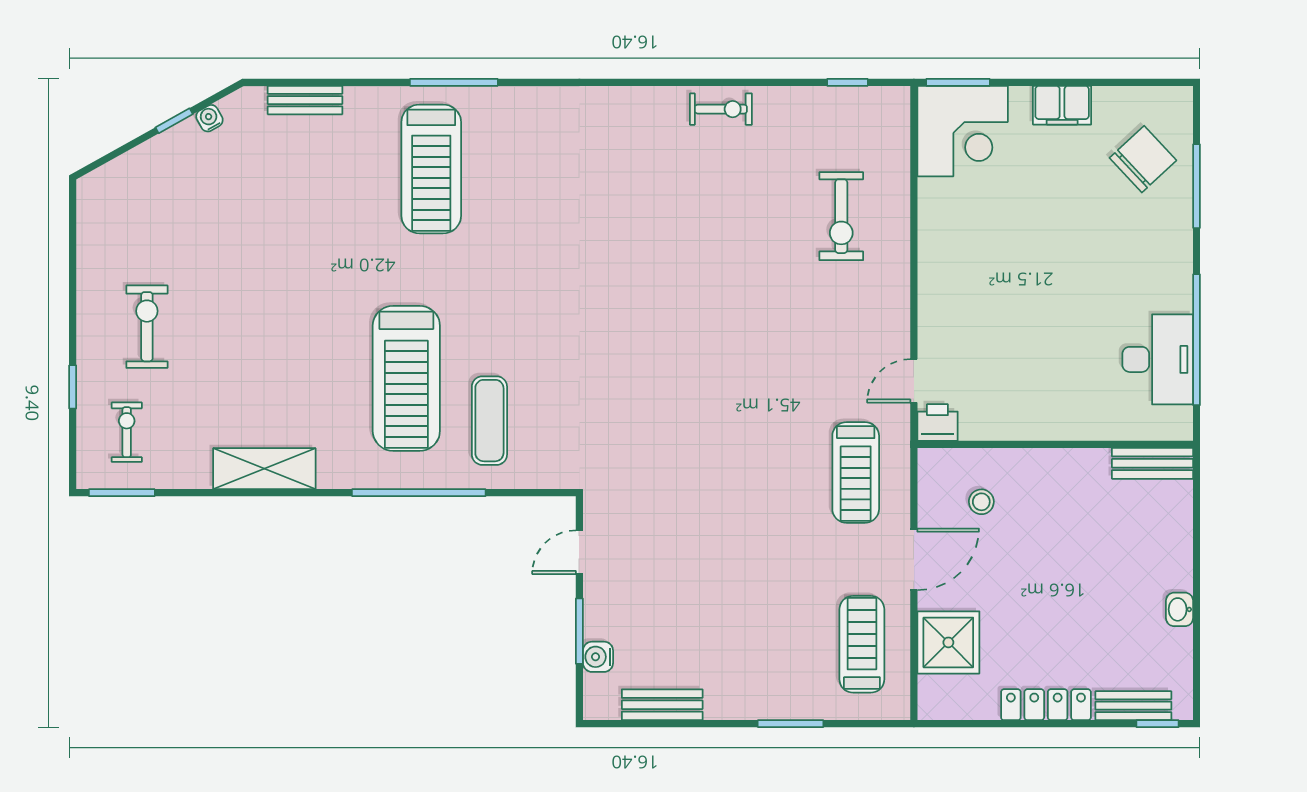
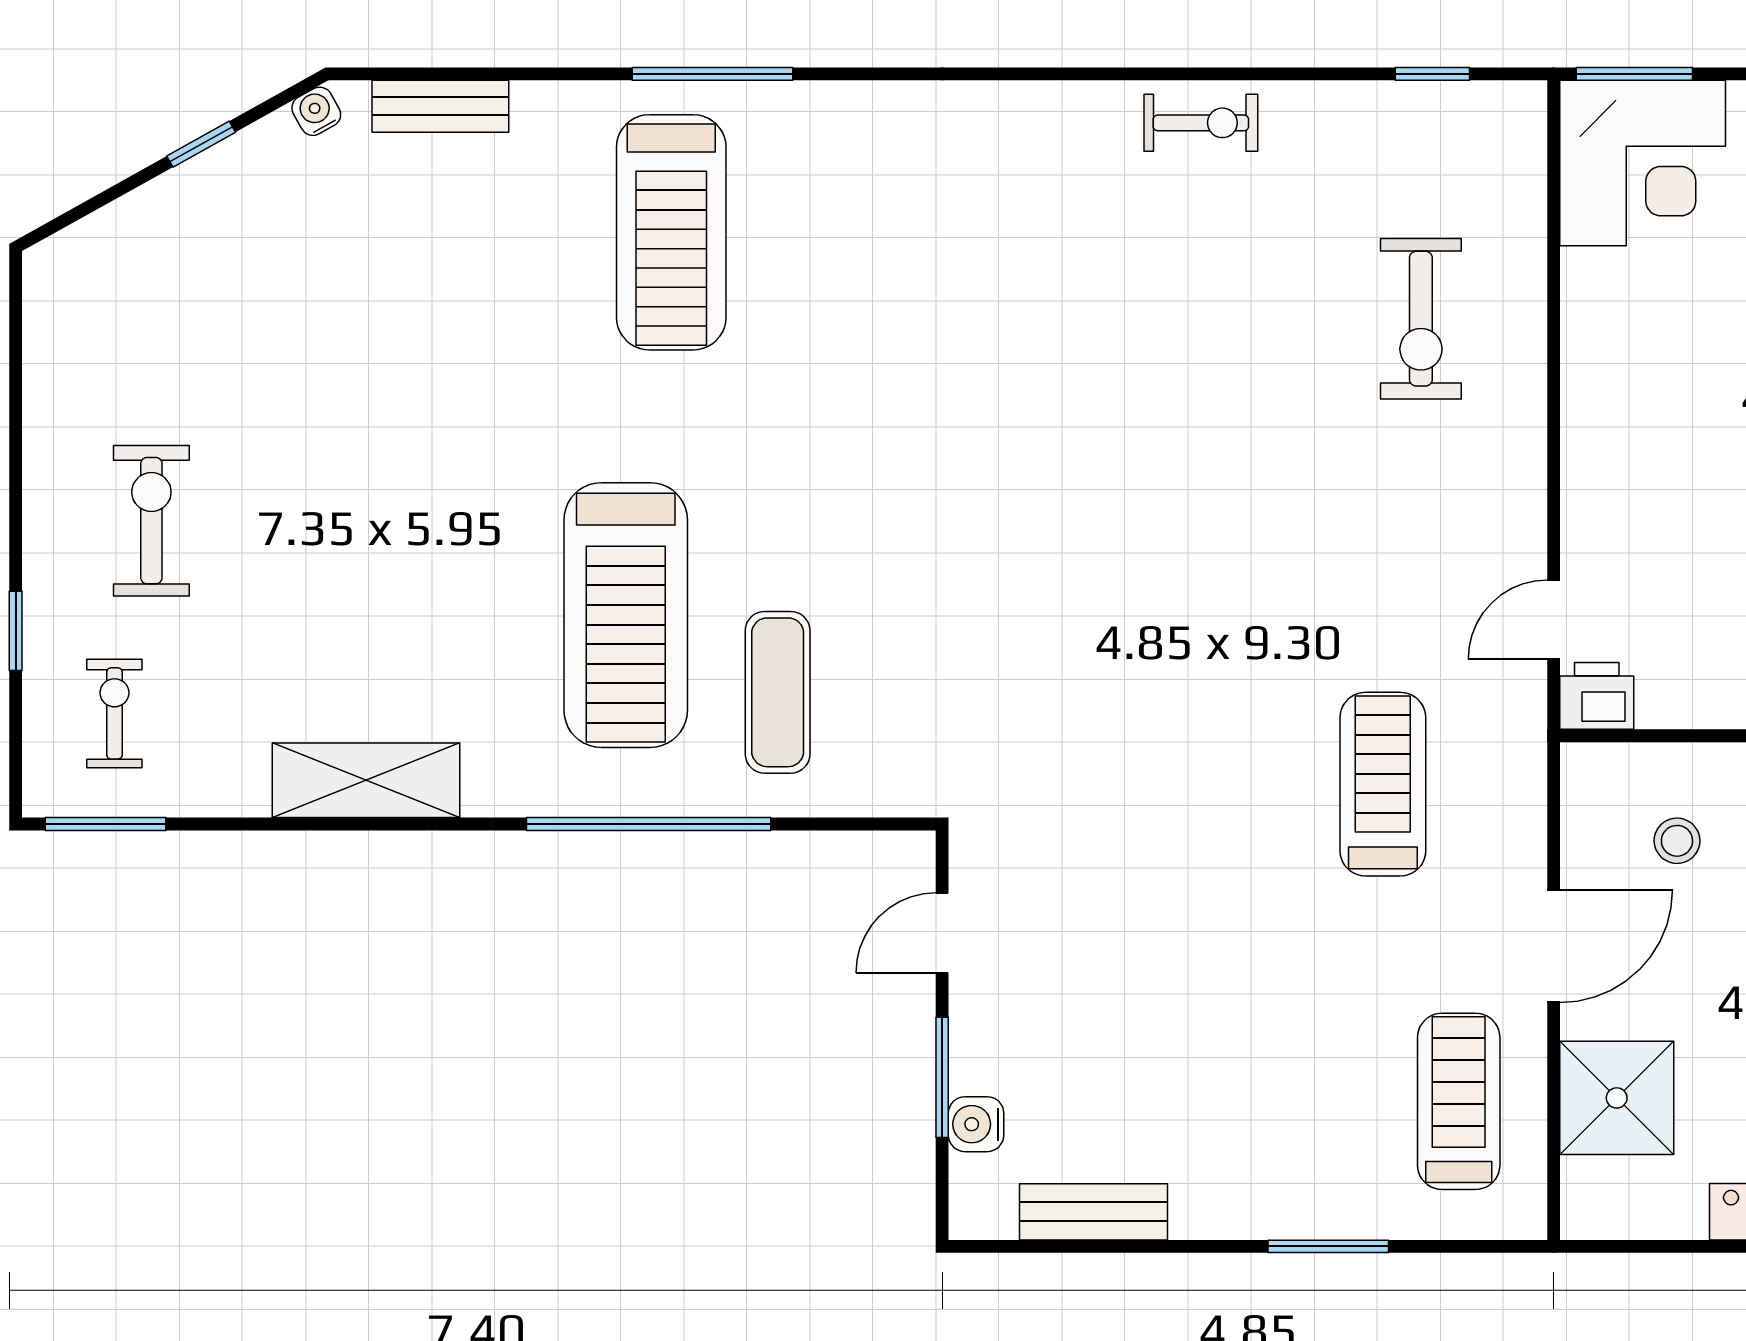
water cooler: (209, 118) -> (316, 111), moved
treadmill: (856, 472) -> (1383, 784), moved, turned 180

